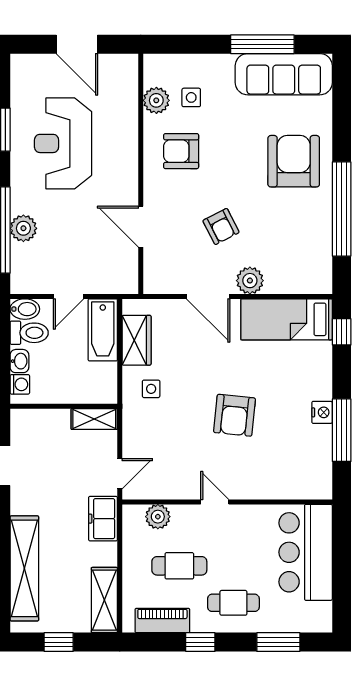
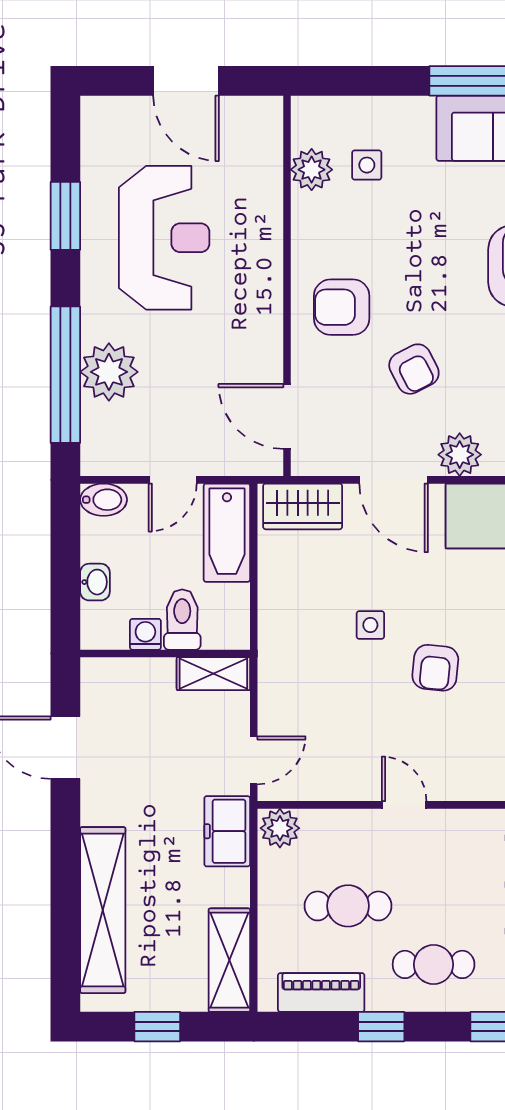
reception desk: (63, 143) -> (164, 238), turned 180
armchair: (181, 151) -> (342, 307), moved
door: (141, 227) -> (287, 416), moved
plant: (23, 228) -> (109, 372), width x1.36, depth x1.36
toilet: (29, 333) -> (182, 620), moved, turned -90
wardrobe: (137, 340) -> (303, 506), moved, turned 90
washing machine: (20, 384) -> (145, 634), moved, turned -90
side table: (151, 389) -> (370, 625), moved
armchair: (235, 415) -> (435, 668), width x0.72, depth x0.72
plant: (158, 517) -> (280, 828), moved

